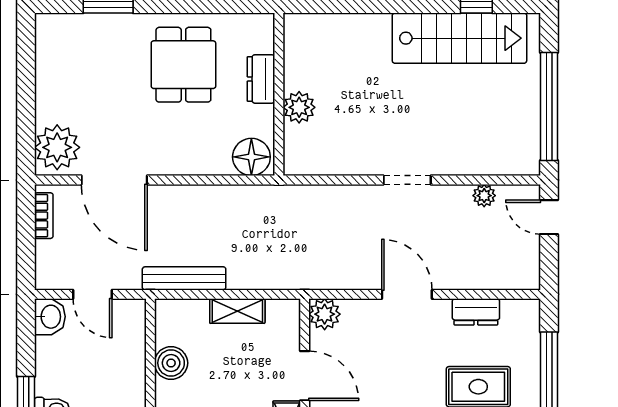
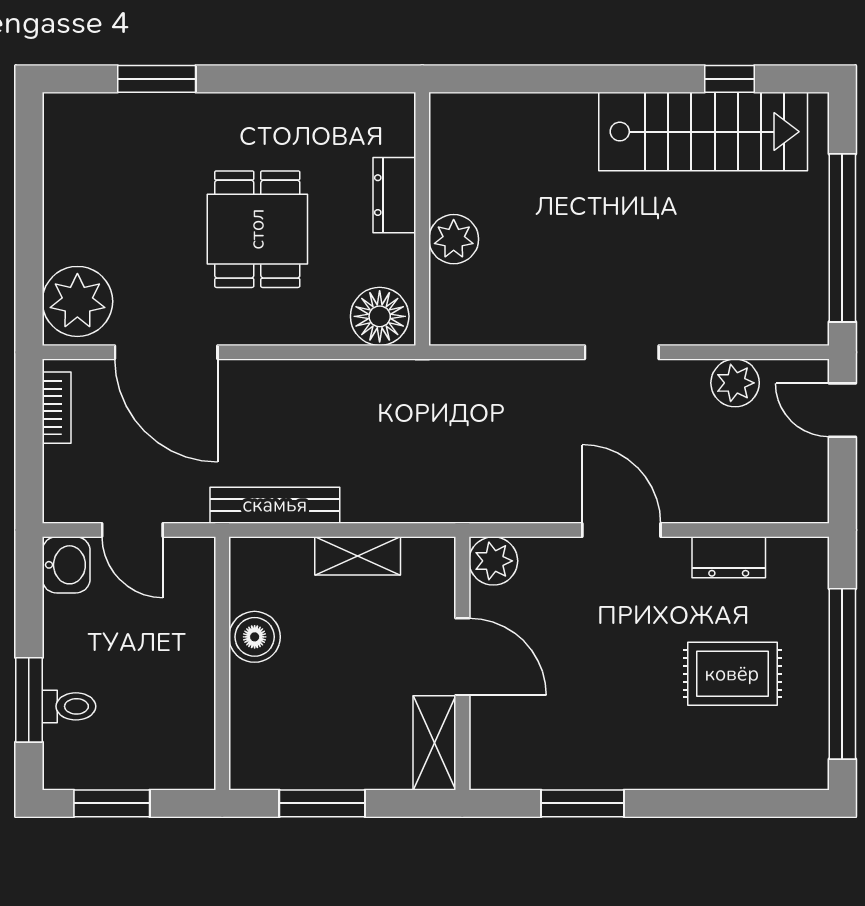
dining table: (183, 65) -> (257, 229), moved
plant: (484, 196) -> (735, 383), width x1.38, depth x1.38

